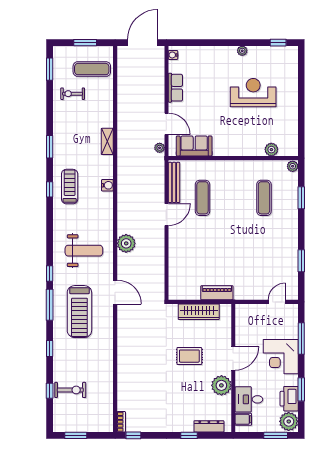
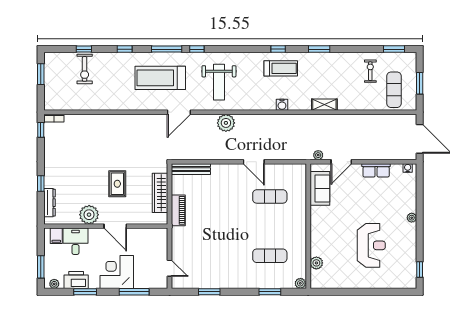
plant: (242, 51) -> (412, 218), moved
bench: (174, 182) -> (191, 169), moved
plant: (289, 421) -> (54, 284), width x0.53, depth x0.53

